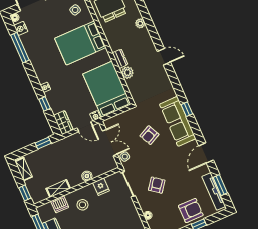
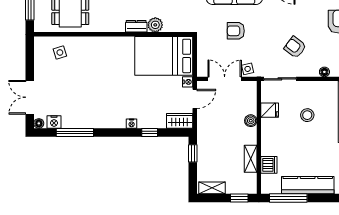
bed: (80, 43) -> (99, 63), removed
armchair: (150, 135) -> (236, 31), turned 116
stool: (82, 205) -> (307, 115), moved

